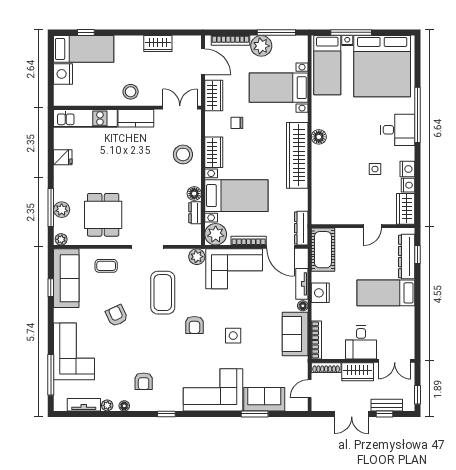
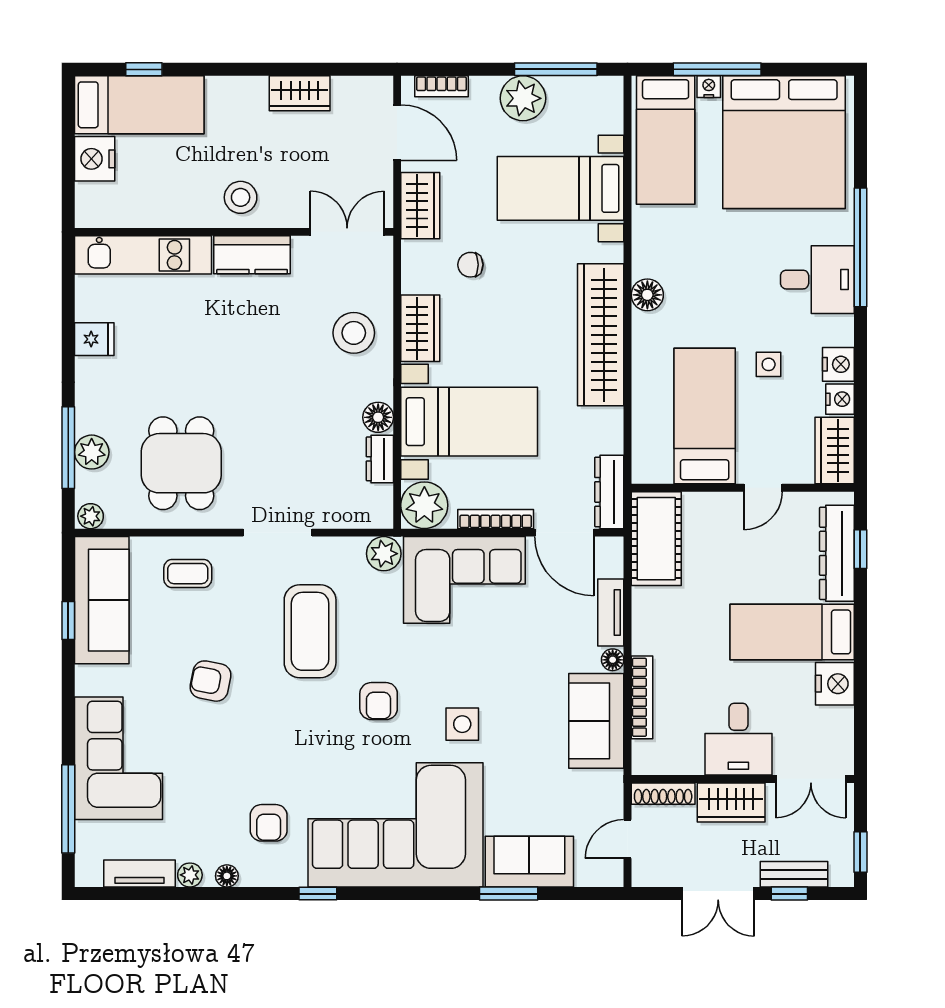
bookcase: (230, 40) -> (441, 86), width x0.64
bed: (345, 193) -> (705, 416), added
nightstand: (320, 293) -> (835, 684), moved, turned 180
armchair: (117, 316) -> (211, 681), turned -54
bookcase: (316, 340) -> (642, 697), moved
corner sofa: (213, 390) -> (395, 825), width x1.36, depth x1.36

